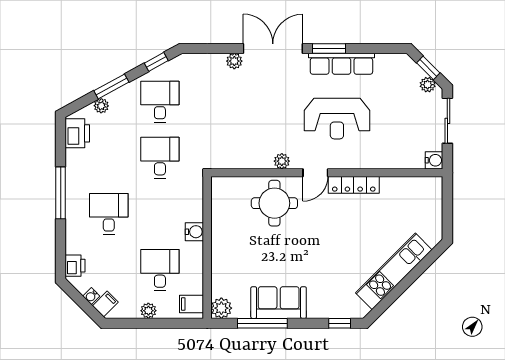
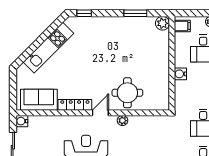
sofa: (279, 303) -> (39, 100), moved, turned 180
window: (262, 323) -> (135, 13), width x0.69

